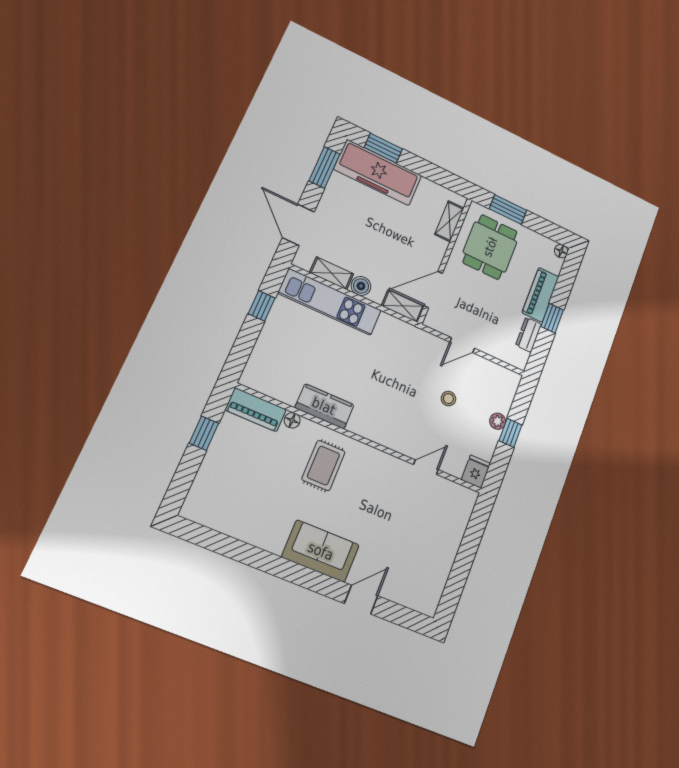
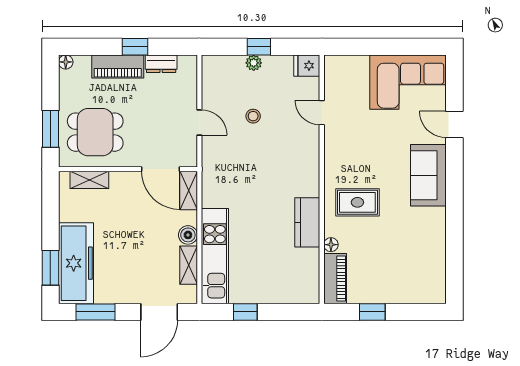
corner sofa: (422, 567) -> (408, 82), added

